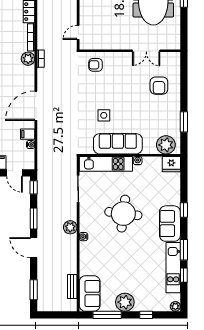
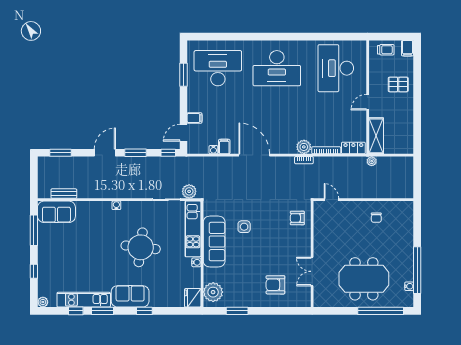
armchair: (96, 65) -> (297, 218), turned -90
plant: (70, 227) -> (189, 191), moved
plant: (125, 302) -> (47, 249), removed

